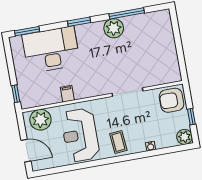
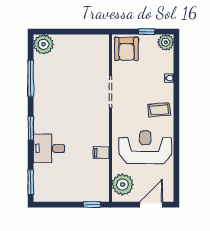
plant: (114, 28) -> (43, 44), moved
desk: (51, 50) -> (49, 148), width x0.53, depth x0.77
reception desk: (80, 135) -> (145, 147), turned 180

